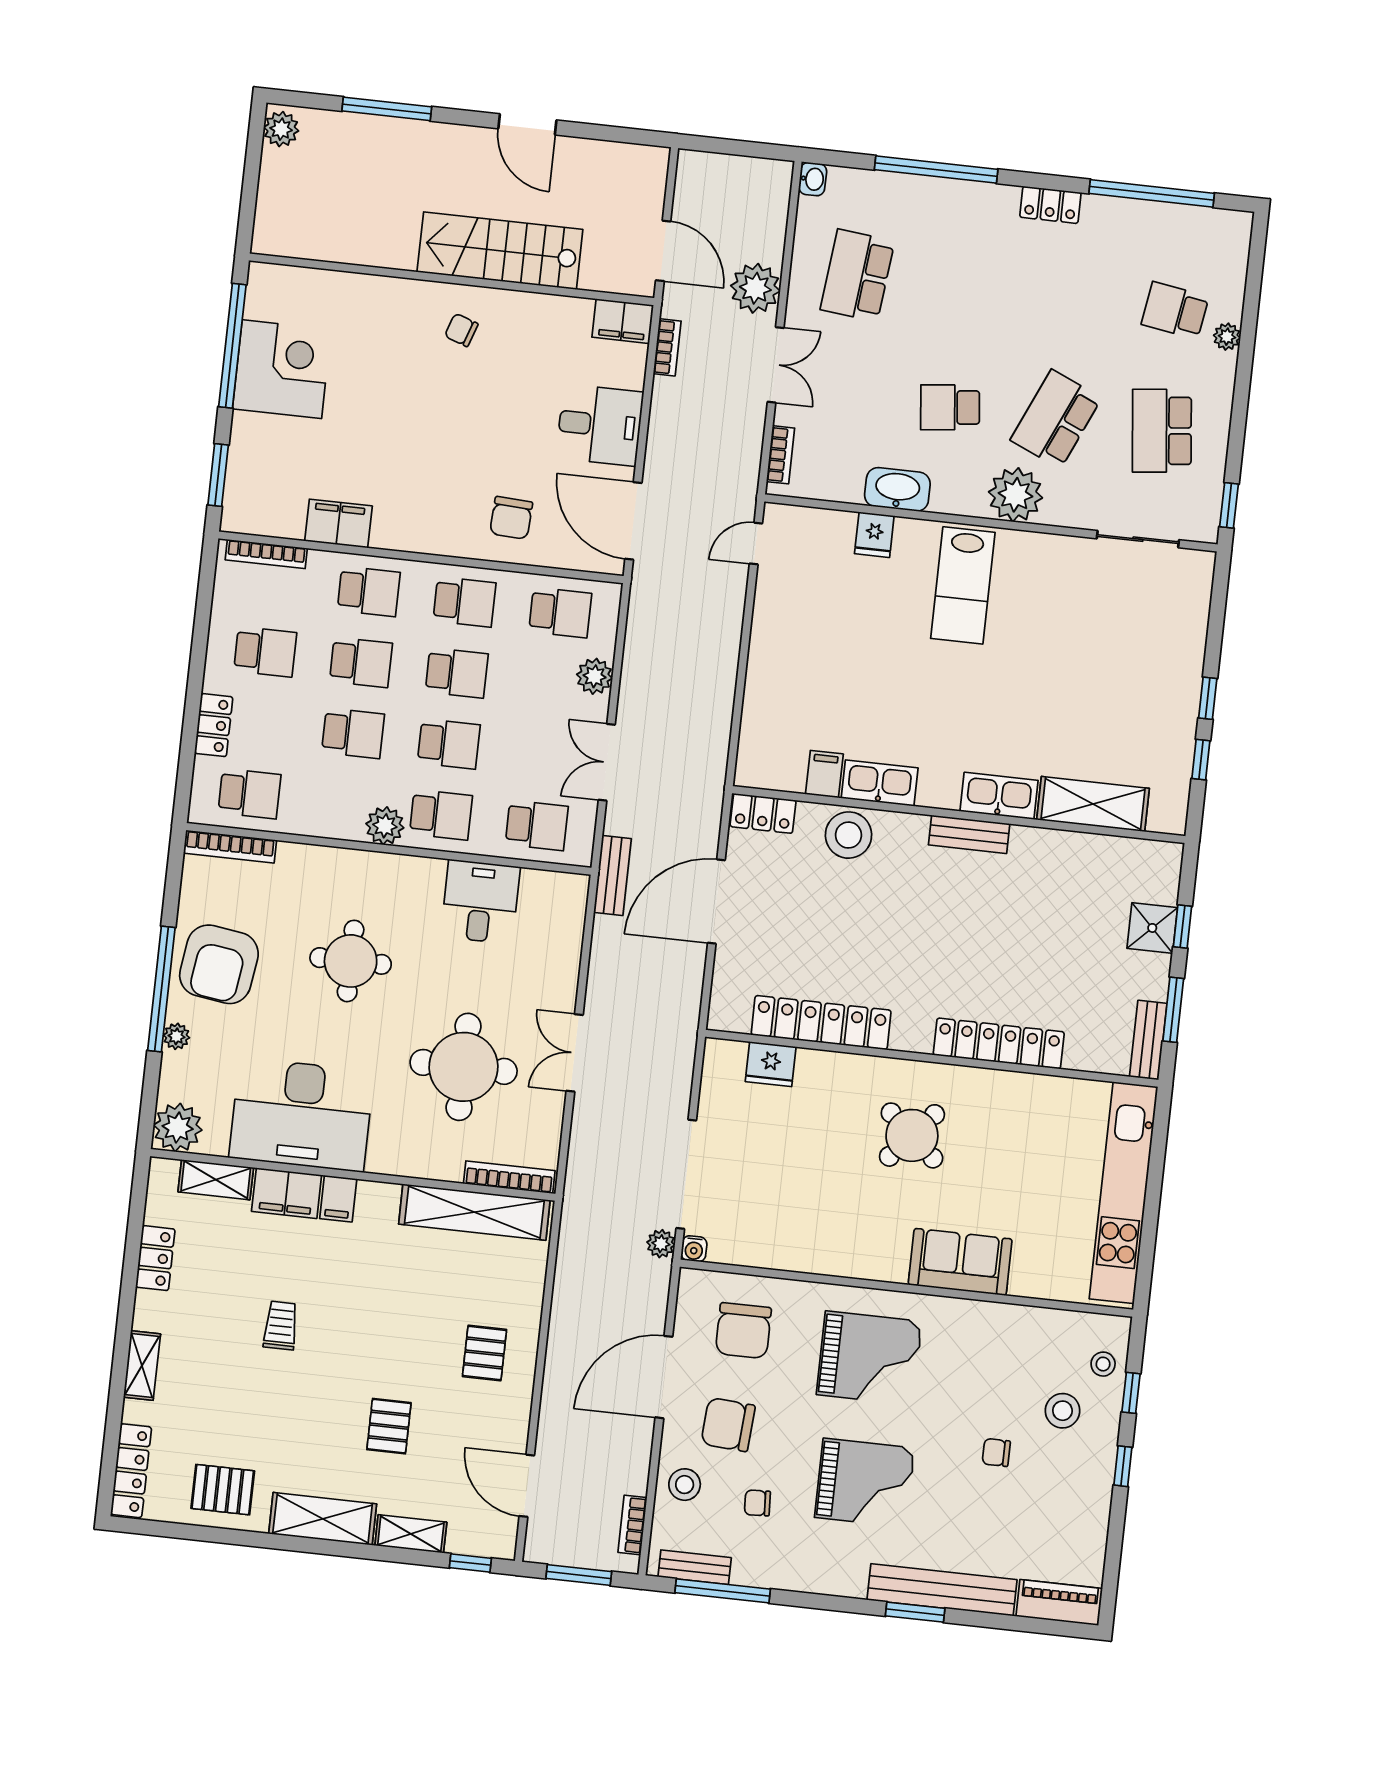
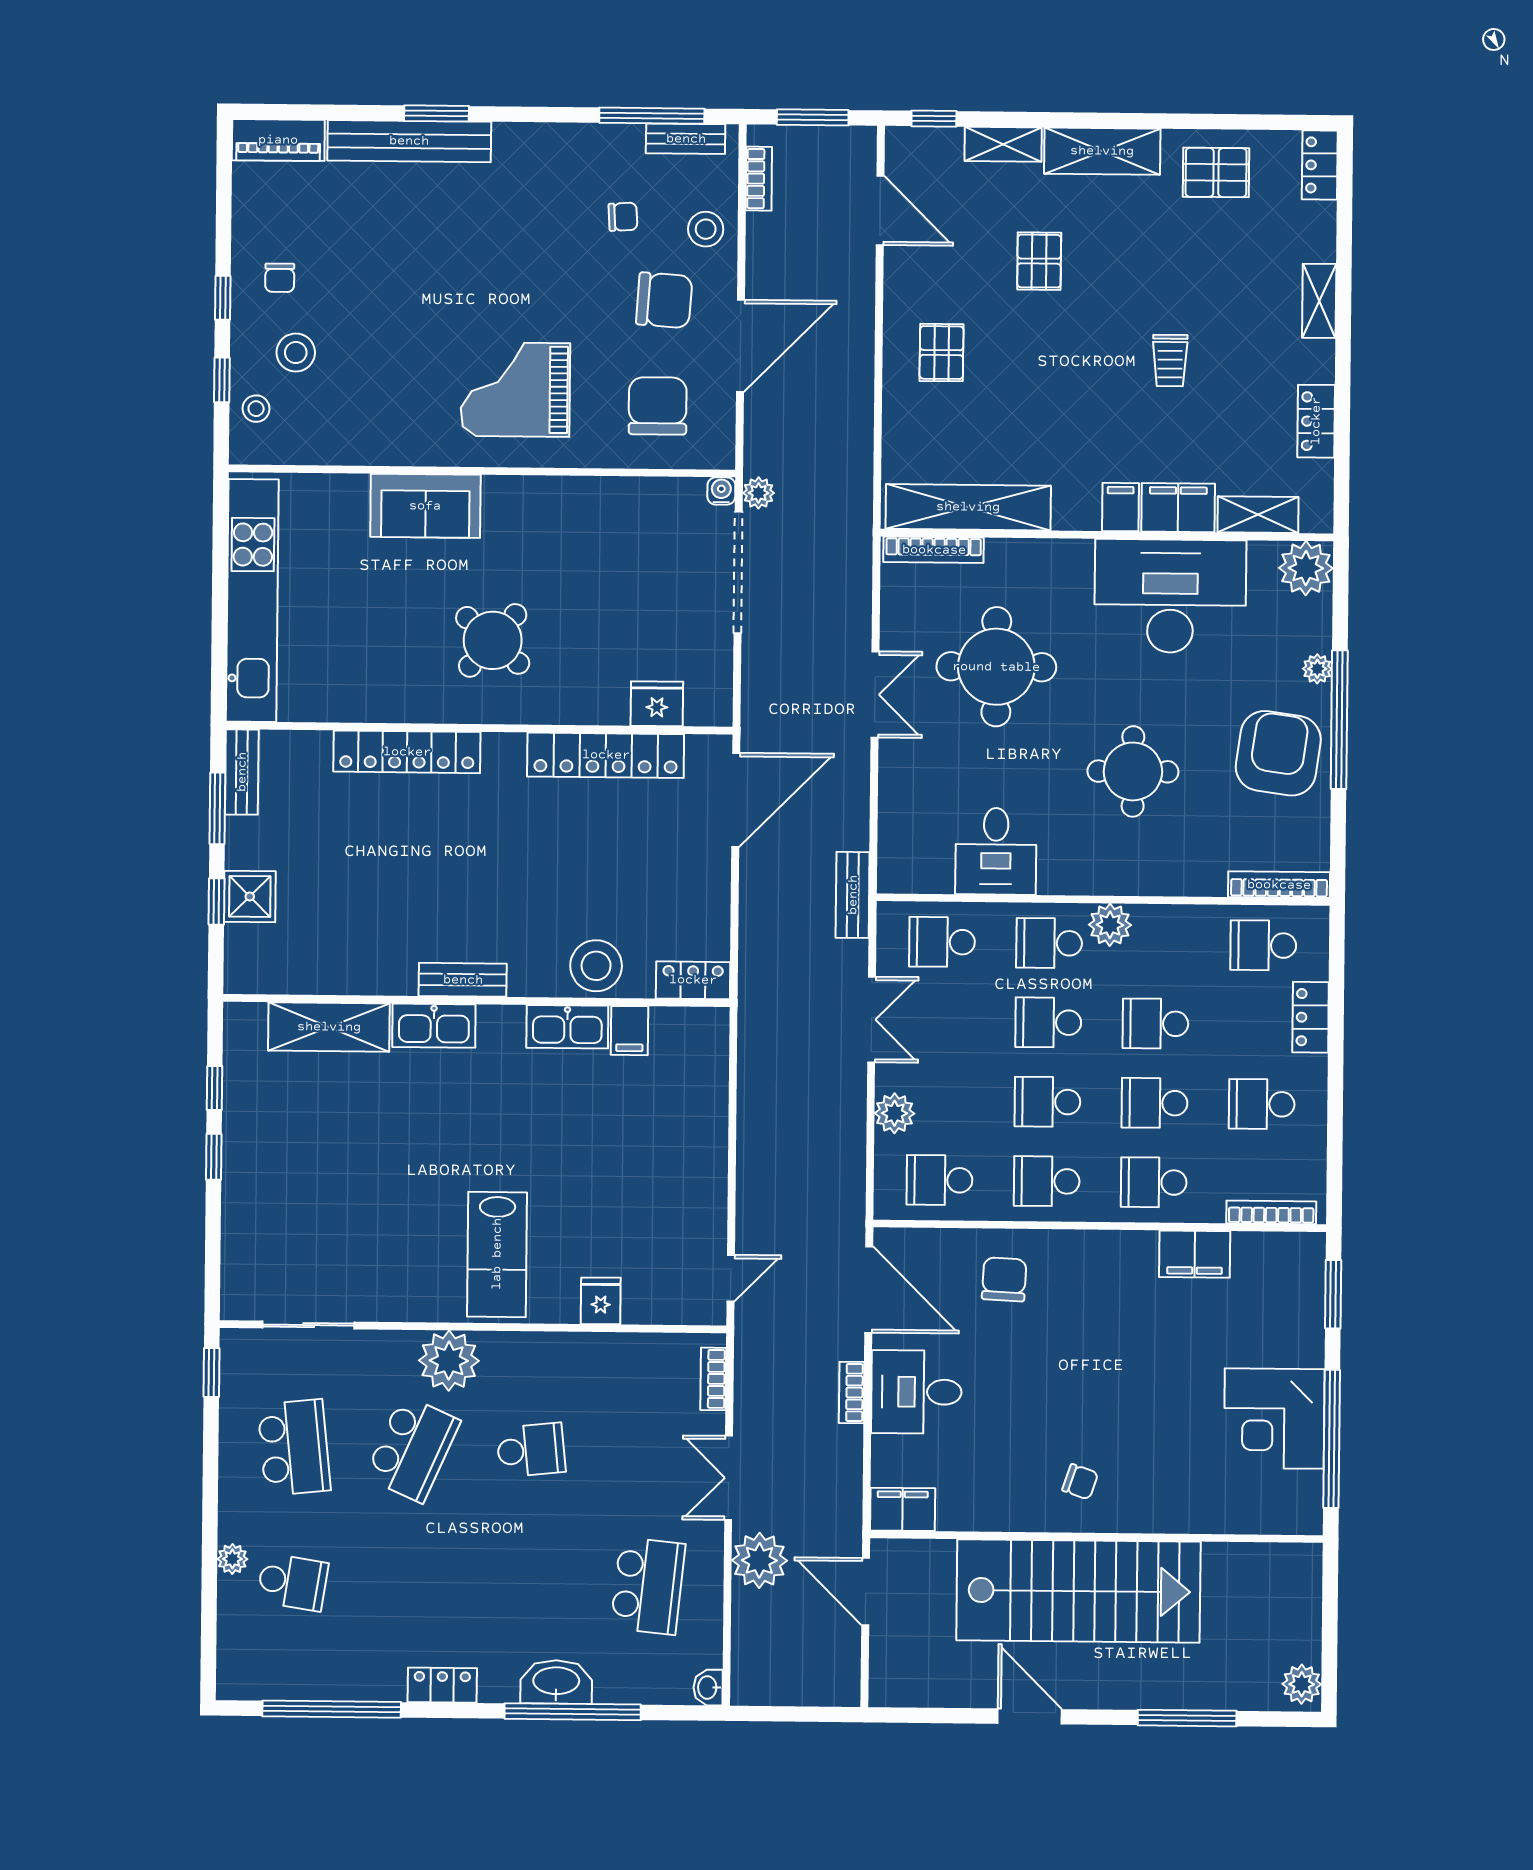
stairs: (500, 251) -> (1078, 1591), width x1.36, depth x1.51
bookcase: (667, 347) -> (852, 1392), moved
washbasin: (897, 489) -> (556, 1682), moved, turned 180
lab bench: (963, 585) -> (497, 1254), turned 180
door: (716, 902) -> (736, 800), moved
chair: (996, 1452) -> (280, 278), moved, turned 90
locker: (131, 1471) -> (1320, 165), width x0.66
grand piano: (865, 1483) -> (507, 251), removed

